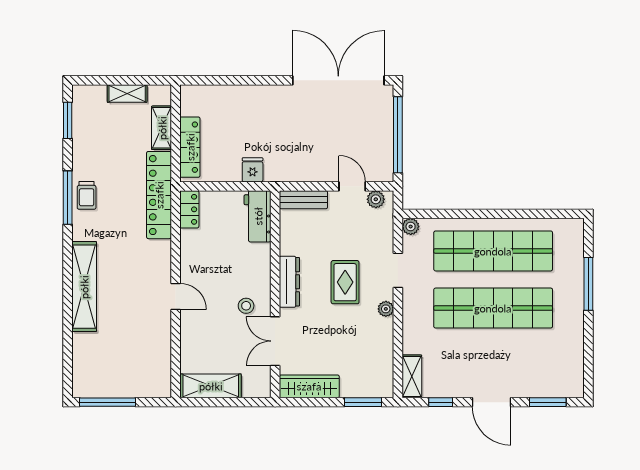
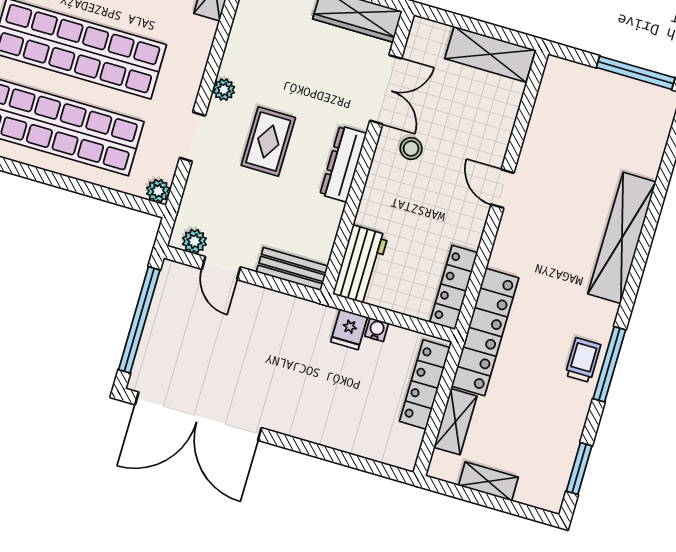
water cooler: (234, 175) -> (377, 330), added
locker: (189, 209) -> (454, 288), width x1.53

